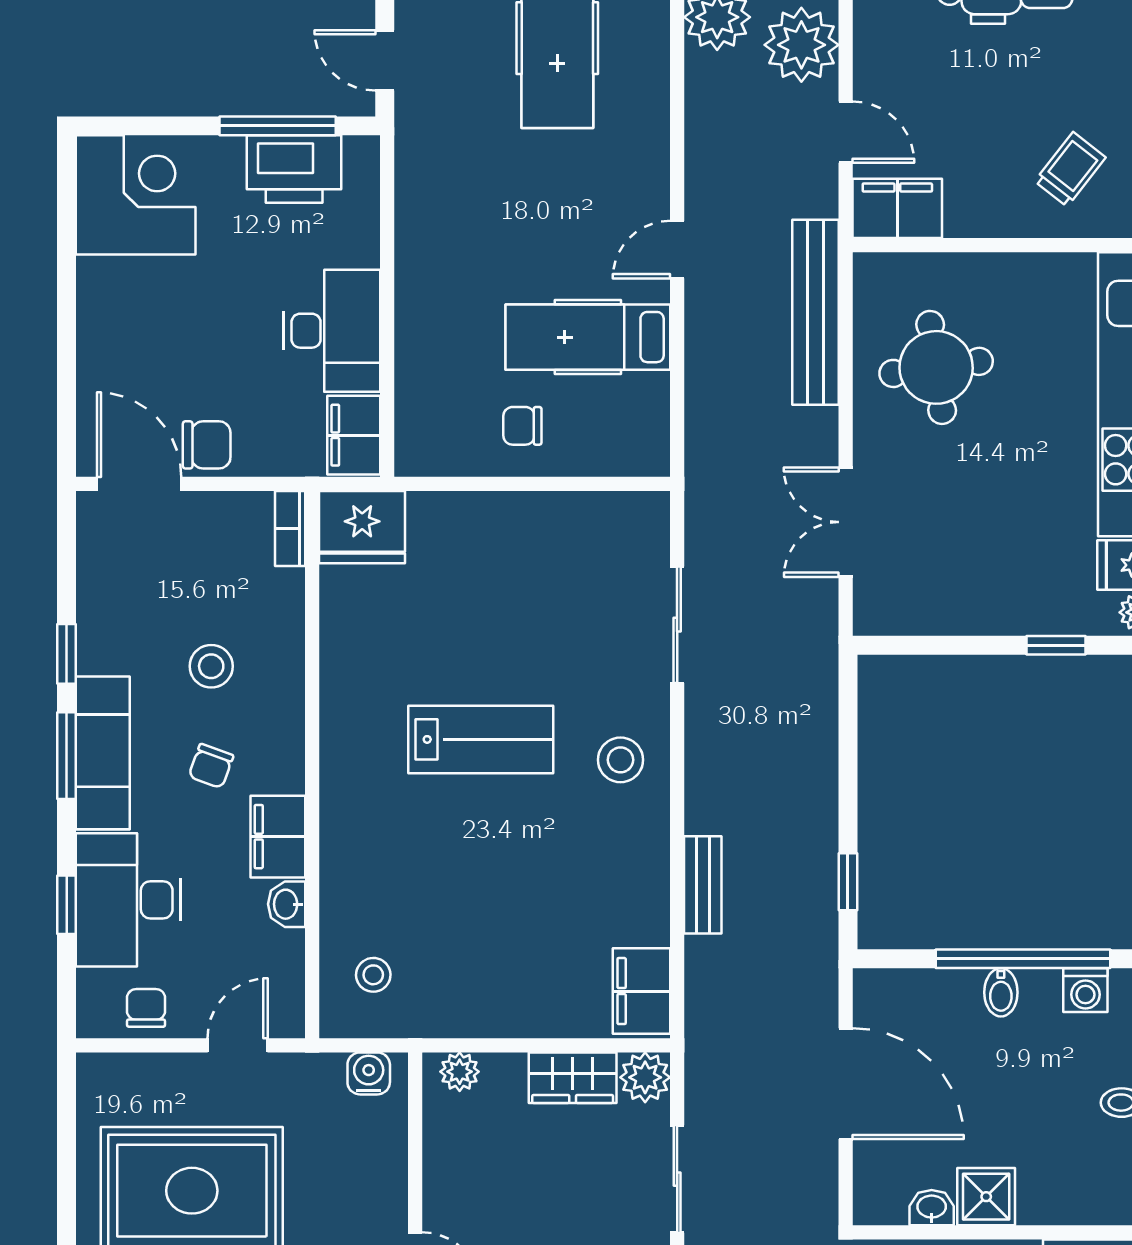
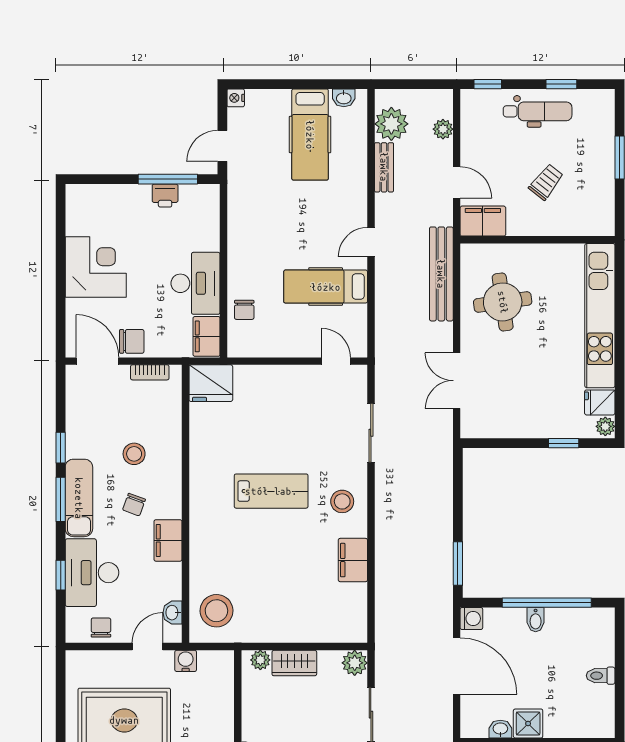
plant: (801, 45) -> (443, 129), width x0.53, depth x0.53
door: (385, 60) -> (222, 146), hinge flipped
printer: (294, 169) -> (165, 196), width x0.53, depth x0.68
trolley: (1070, 169) -> (546, 182), moved
corner desk: (136, 195) -> (96, 267), moved
chair: (522, 426) -> (244, 310), moved, turned -90
door: (608, 484) -> (336, 361), added
bookcase: (290, 529) -> (150, 372), moved, turned -90
window: (848, 882) -> (458, 563), width x1.50
bench: (703, 885) -> (384, 167), moved
washbasin: (287, 904) -> (172, 613), moved
stool: (373, 975) -> (216, 611), width x1.89, depth x1.89
washing machine: (1085, 990) -> (471, 619), moved, turned -90
filing cabinet: (642, 991) -> (353, 560), moved
water cooler: (369, 1073) -> (186, 661), moved
wardrobe: (573, 1078) -> (294, 663), moved

